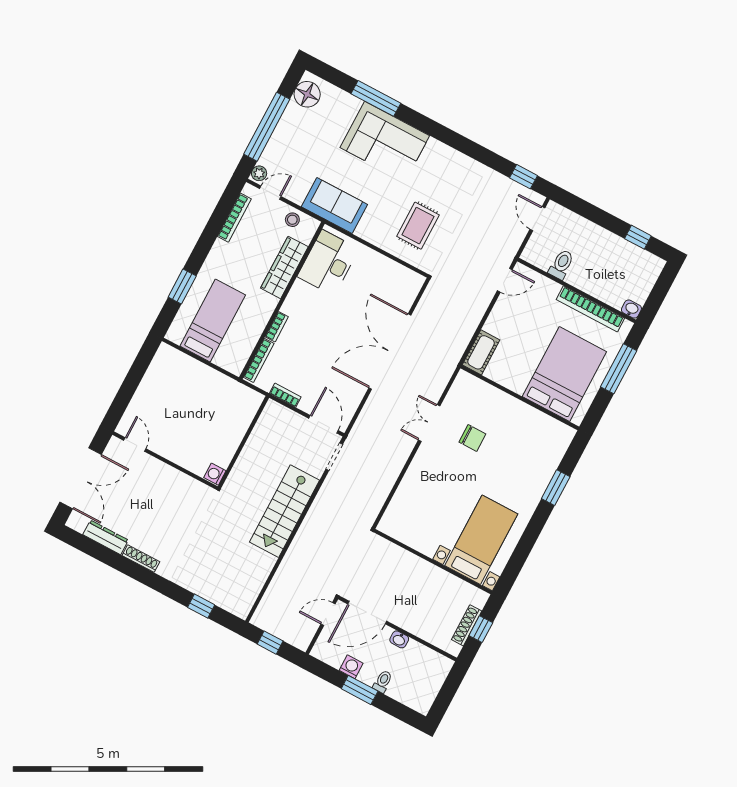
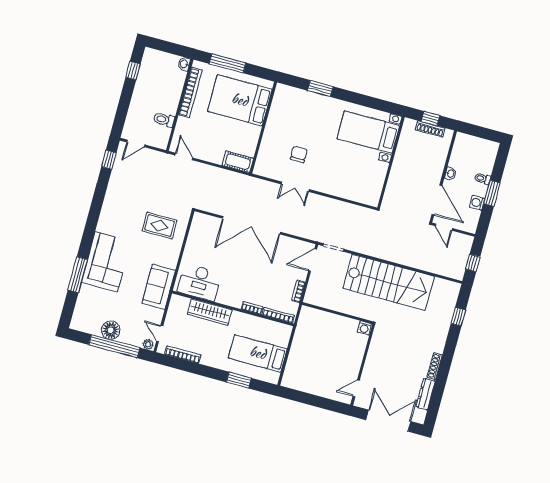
floor lamp: (307, 94) -> (111, 330), moved
stool: (292, 220) -> (175, 314), removed
stairs: (285, 511) -> (389, 282), width x1.36, depth x1.51

